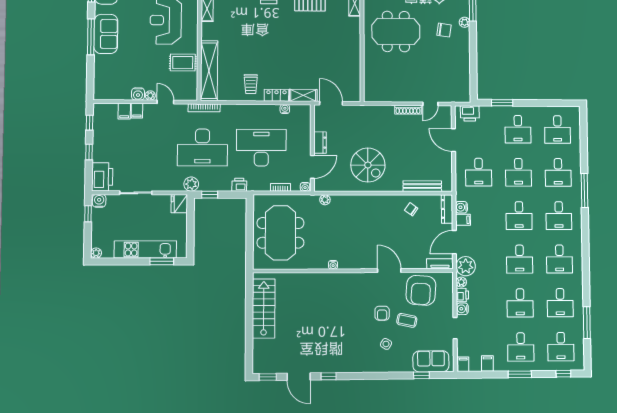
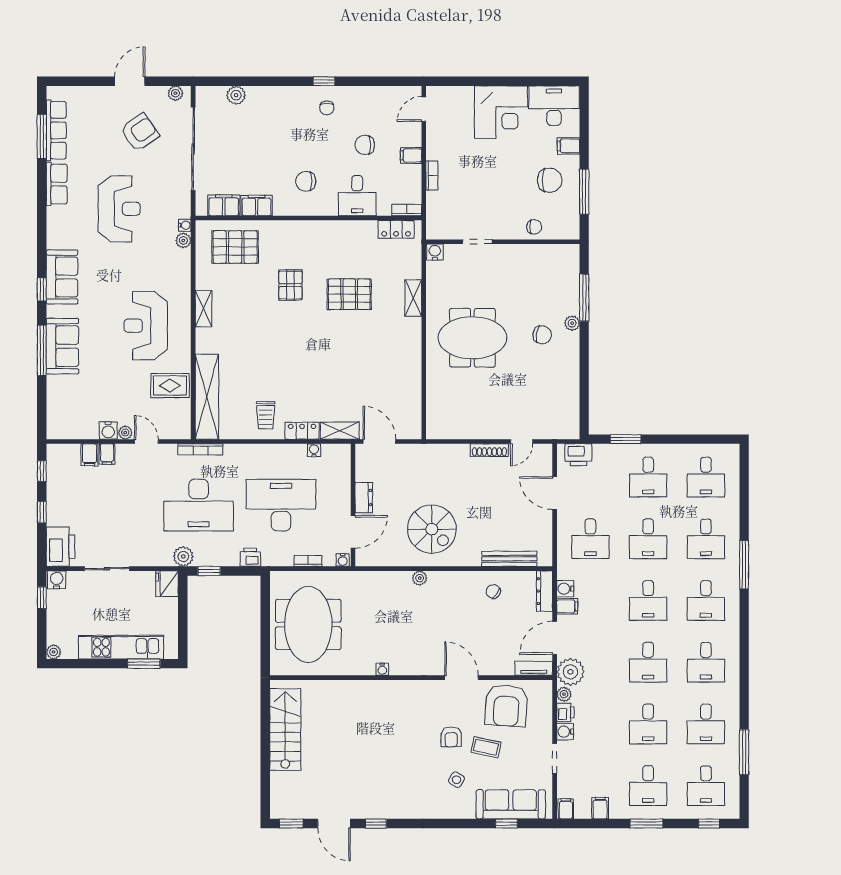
plant: (325, 200) -> (420, 578), moved
sofa: (431, 361) -> (511, 804), width x1.36

